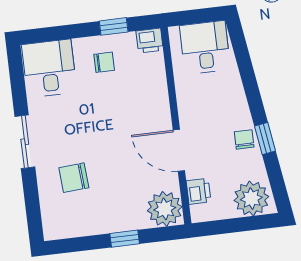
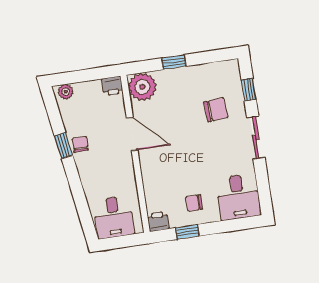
chair: (244, 139) -> (80, 144), turned 180
printer: (199, 191) -> (112, 86), moved, turned -90
plant: (251, 198) -> (66, 92), width x0.53, depth x0.53
window: (32, 202) -> (249, 90), added

